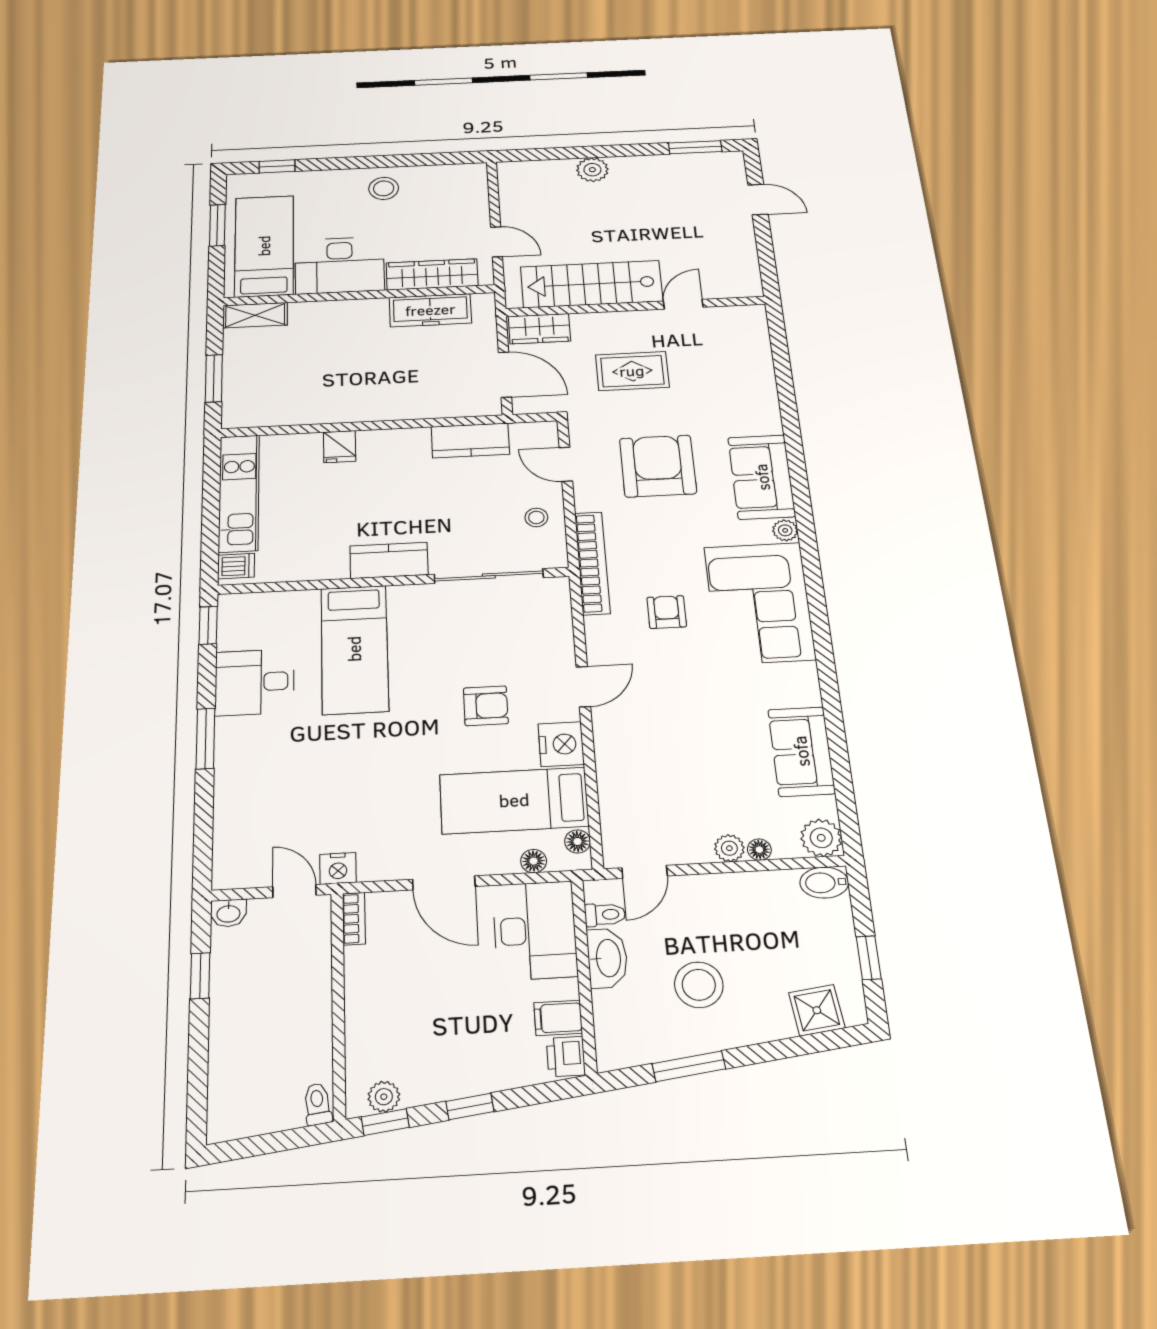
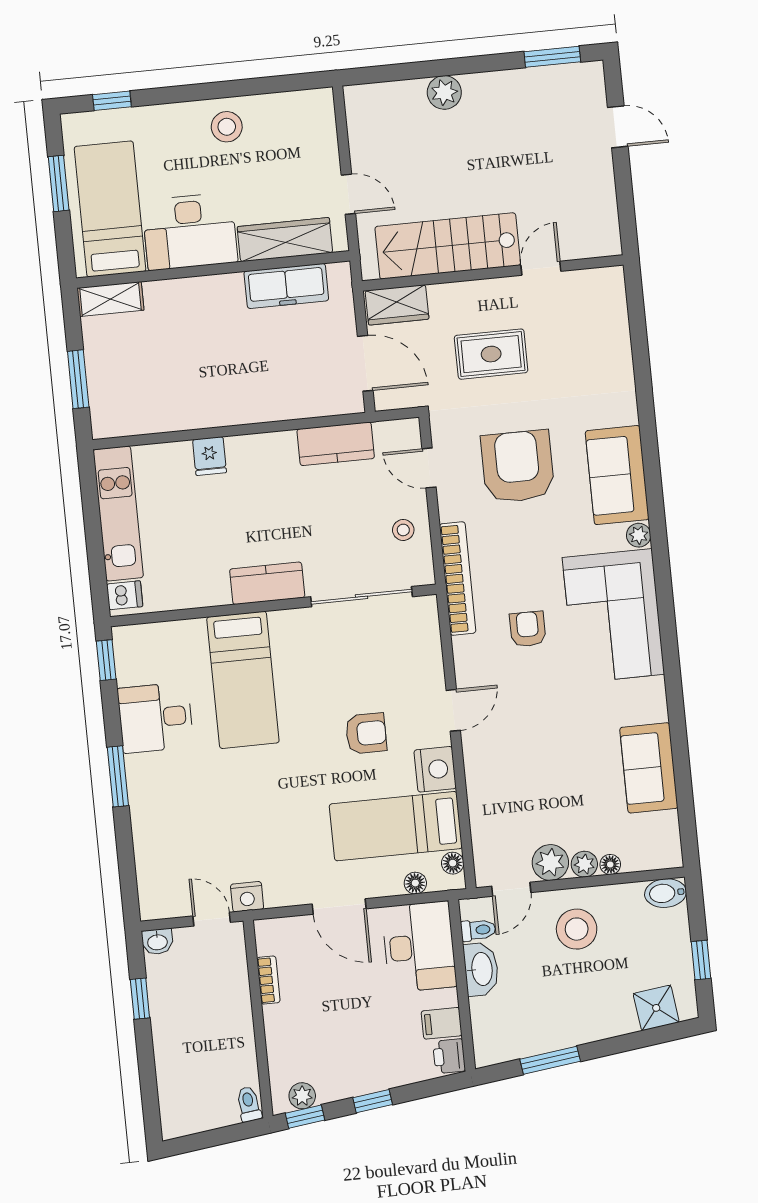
plant: (821, 838) -> (550, 863), moved
bookcase: (354, 919) -> (268, 980), moved
stool: (699, 985) -> (577, 929), moved

